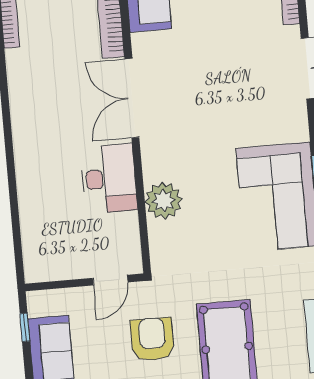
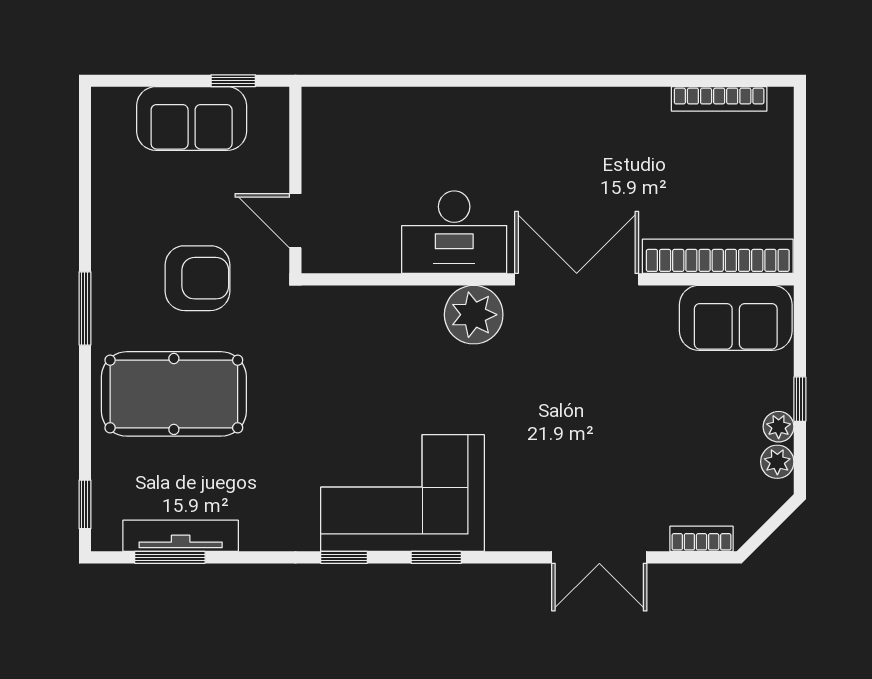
plant: (164, 201) -> (474, 315), moved

